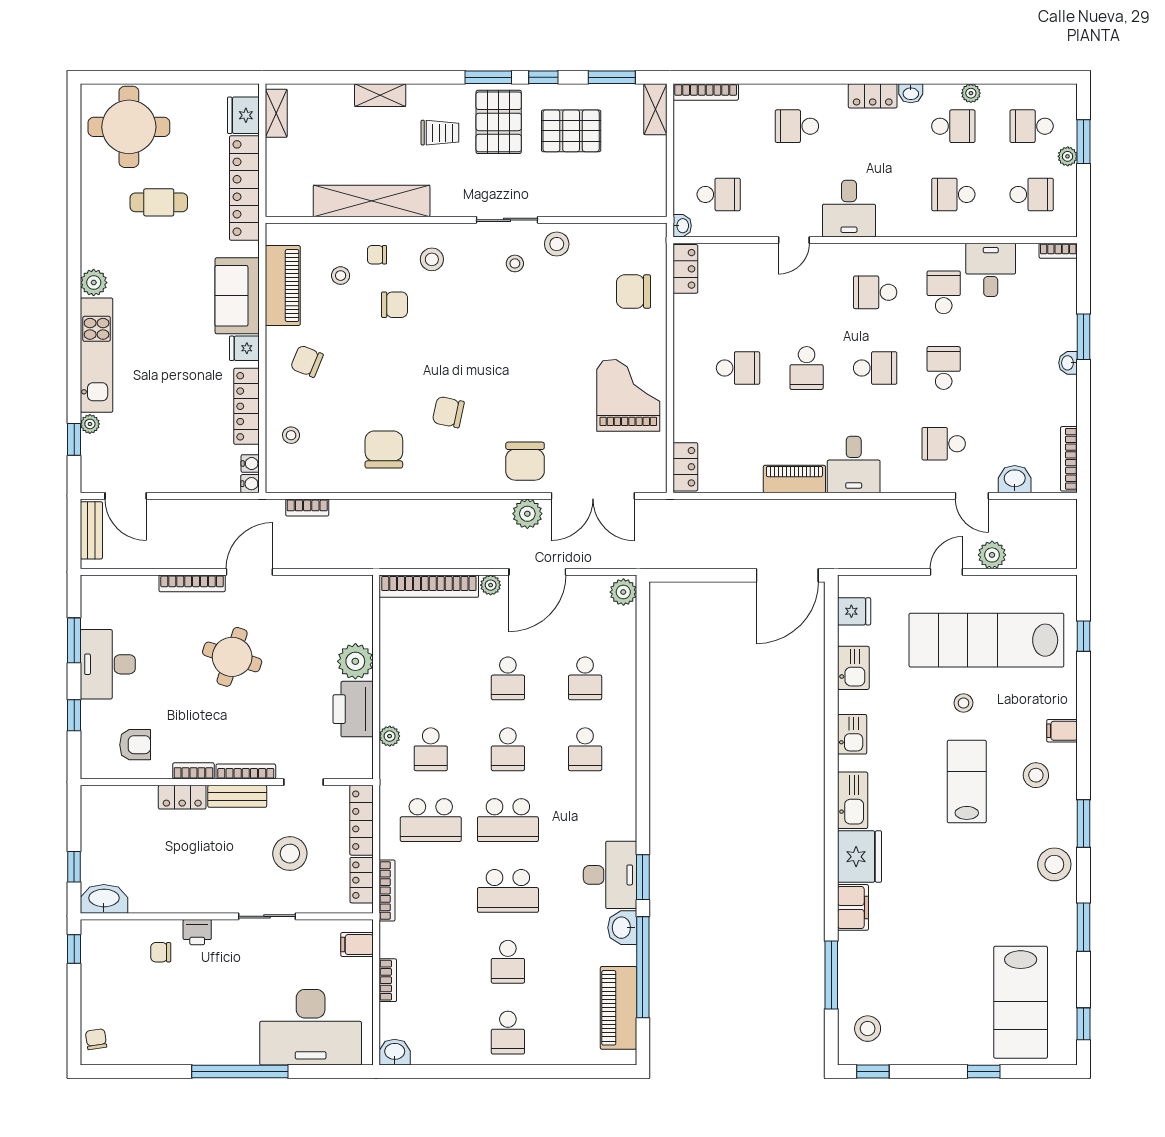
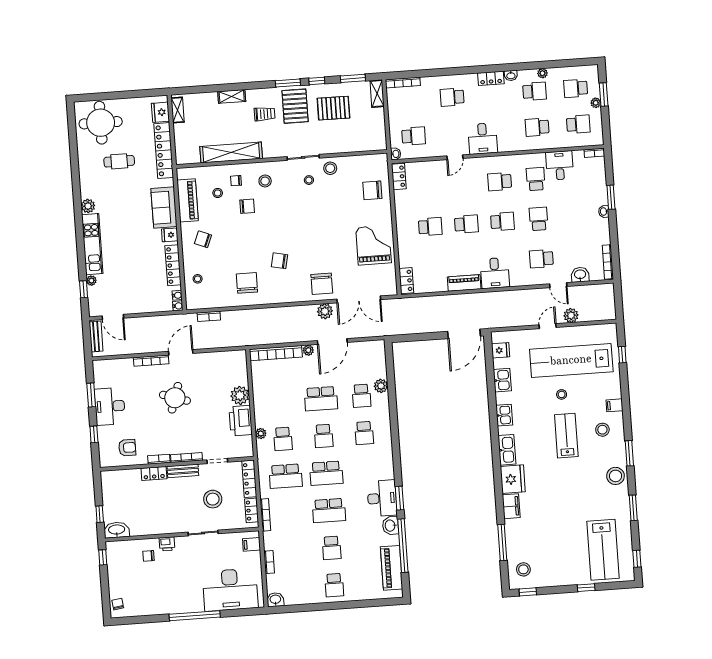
school desk: (807, 368) -> (466, 224), turned -90
plant: (623, 592) -> (381, 386), moved
school desk: (508, 678) -> (321, 399), width x1.85

